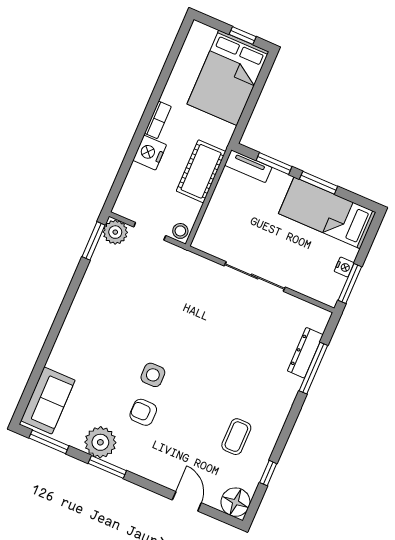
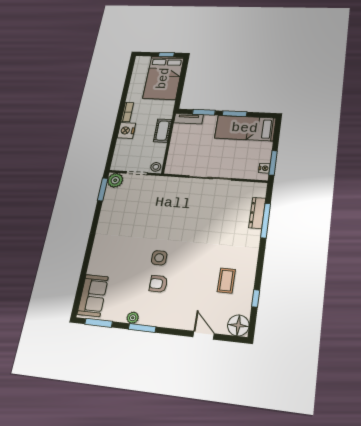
cot: (201, 171) -> (163, 131), width x0.73, depth x0.75
nightstand: (344, 267) -> (264, 168), moved
plant: (100, 442) -> (133, 318), width x0.53, depth x0.53

